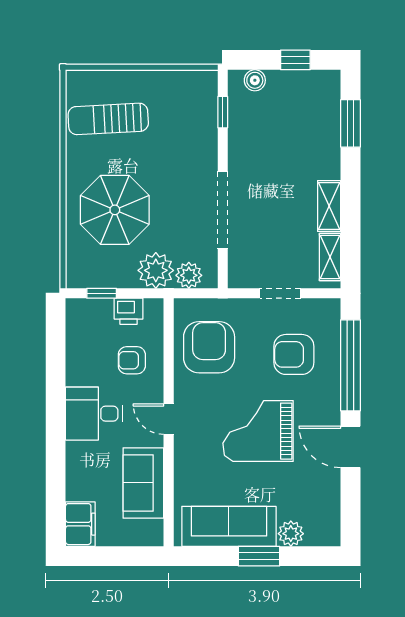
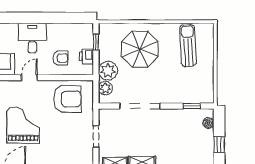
armchair: (294, 354) -> (64, 144), removed
armchair: (132, 360) -> (61, 58), turned 90

